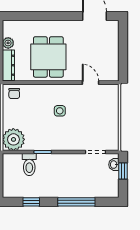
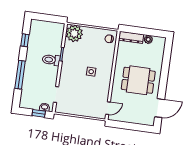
dining table: (48, 57) -> (138, 80), moved
door: (90, 83) -> (108, 108), moved
toilet: (29, 165) -> (51, 60), moved

